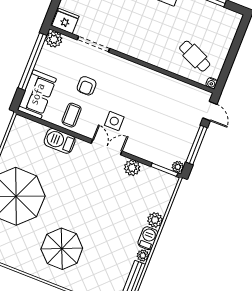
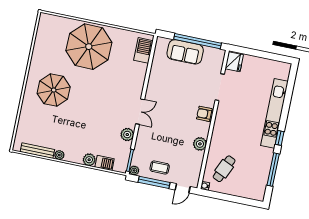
plant: (54, 39) -> (200, 144), moved
armchair: (87, 86) -> (204, 114), moved
sofa: (37, 94) -> (185, 52), moved
coffee table: (72, 115) -> (160, 168), moved
side table: (114, 121) -> (162, 114), removed
barbecue: (60, 141) -> (143, 50), moved
barbecue: (148, 238) -> (105, 163), moved

